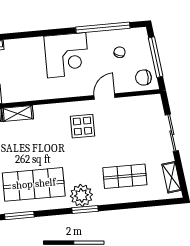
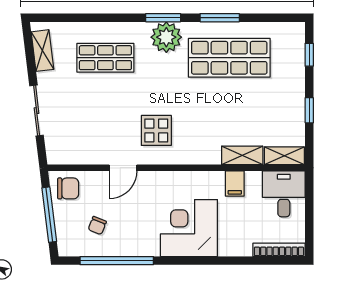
corner desk: (67, 55) -> (189, 228), moved
filing cabinet: (21, 92) -> (235, 183), added
window: (19, 215) -> (220, 18), moved

